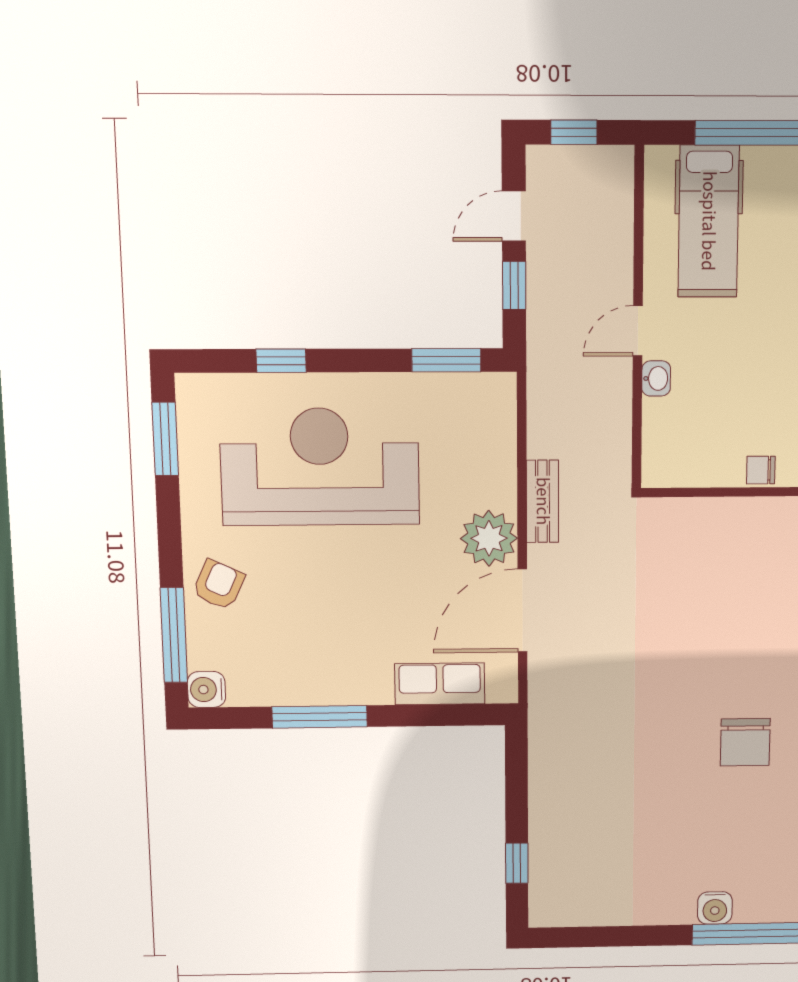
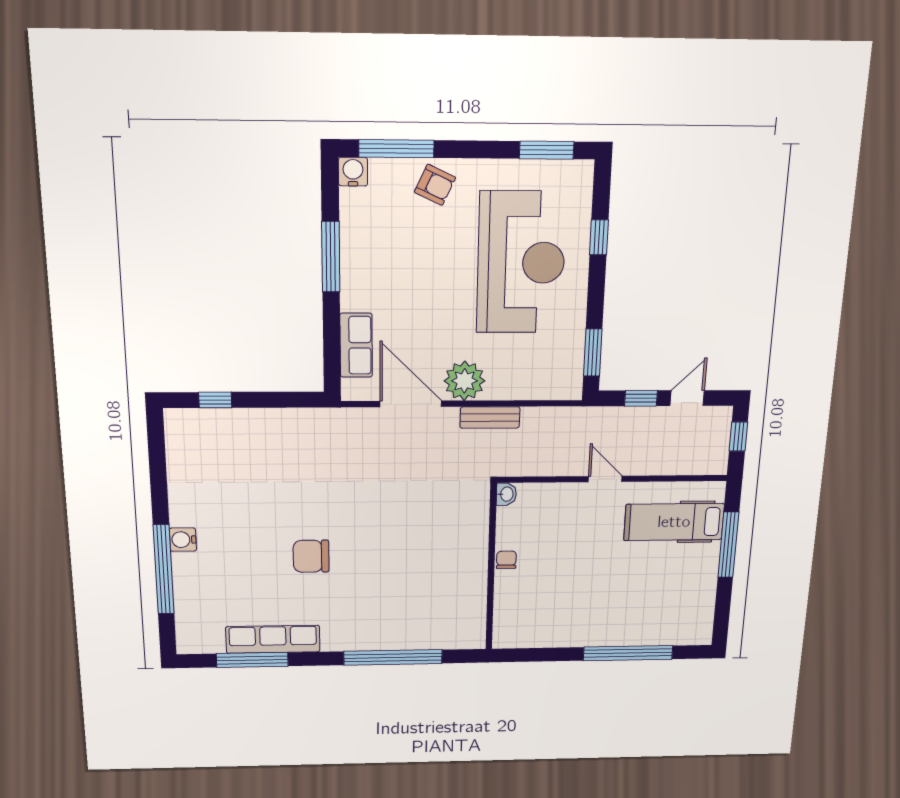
door: (514, 216) -> (687, 398), hinge flipped
washbasin: (656, 378) -> (506, 494), moved, turned -90

